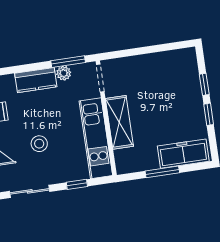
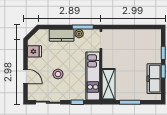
shelving: (119, 122) -> (108, 84), moved
freezer: (183, 154) -> (154, 79), moved, turned -90

